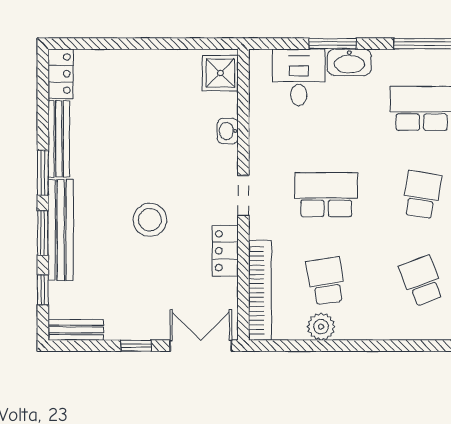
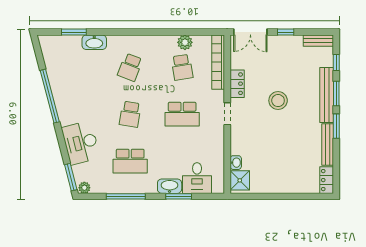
washbasin: (228, 131) -> (236, 163), moved
school desk: (422, 281) -> (130, 67), turned 42

